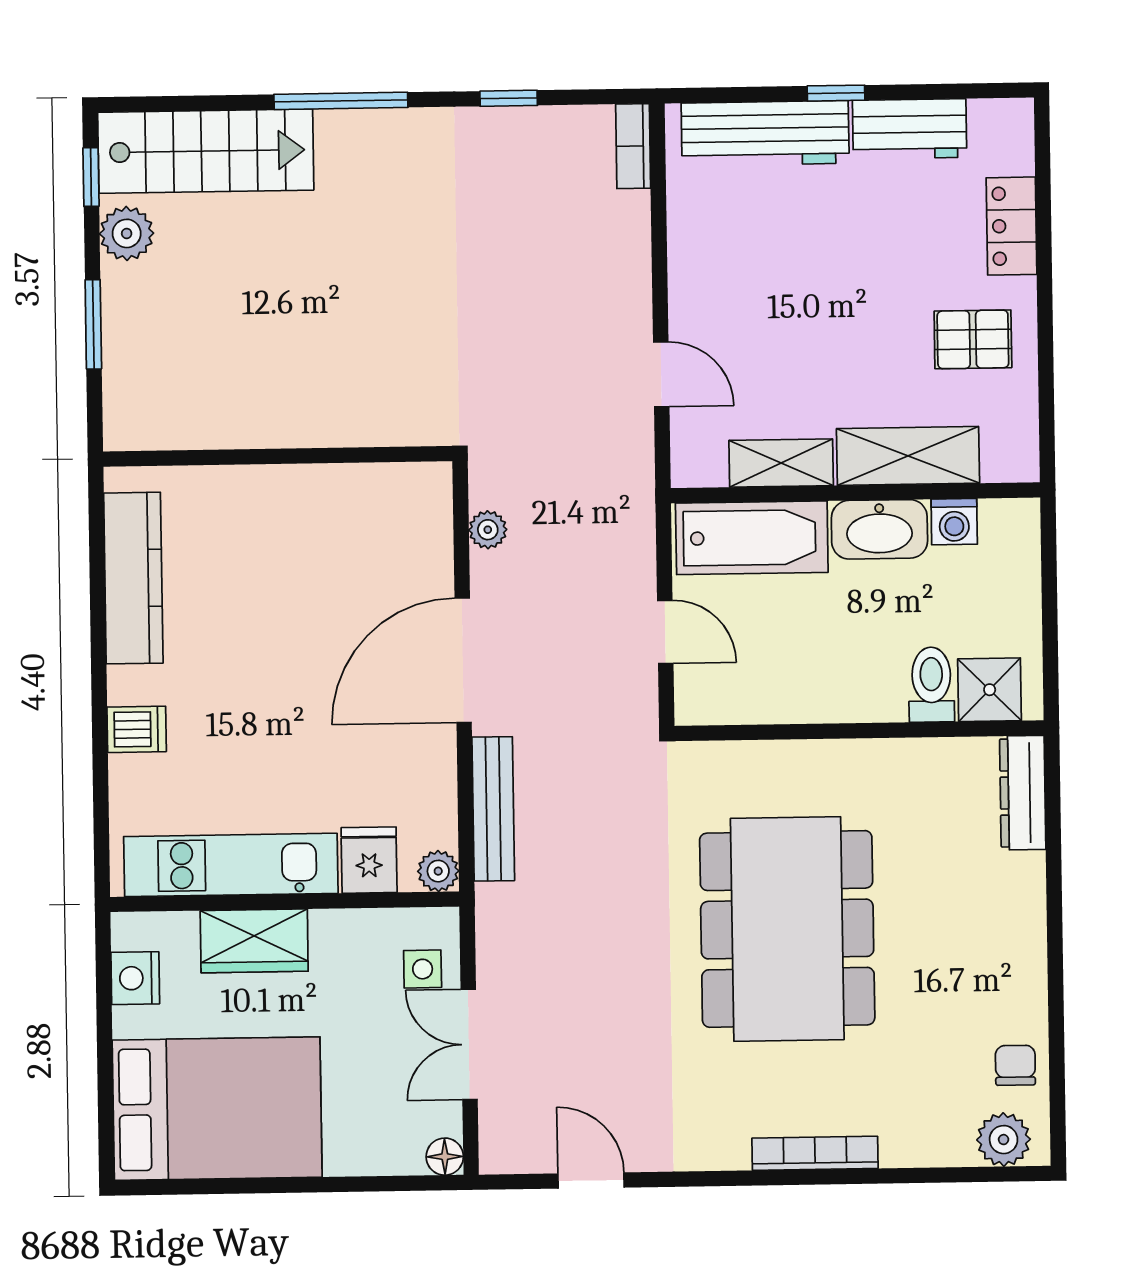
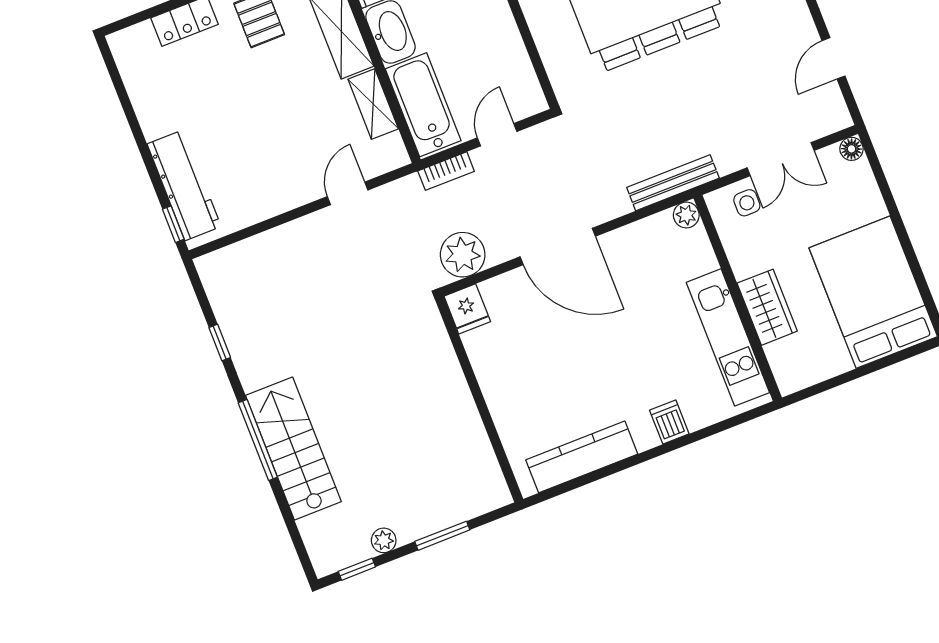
window: (836, 93) -> (173, 224), moved
workbench: (910, 129) -> (150, 102), removed
bookcase: (633, 146) -> (446, 171), moved
stairs: (206, 151) -> (293, 448), moved
plant: (127, 233) -> (384, 540), width x0.73, depth x0.73
plant: (488, 530) -> (463, 255), width x1.88, depth x1.88
bench: (493, 809) -> (673, 183), moved
fridge: (369, 860) -> (467, 309), moved, turned -90
nightstand: (135, 978) -> (815, 369), removed

